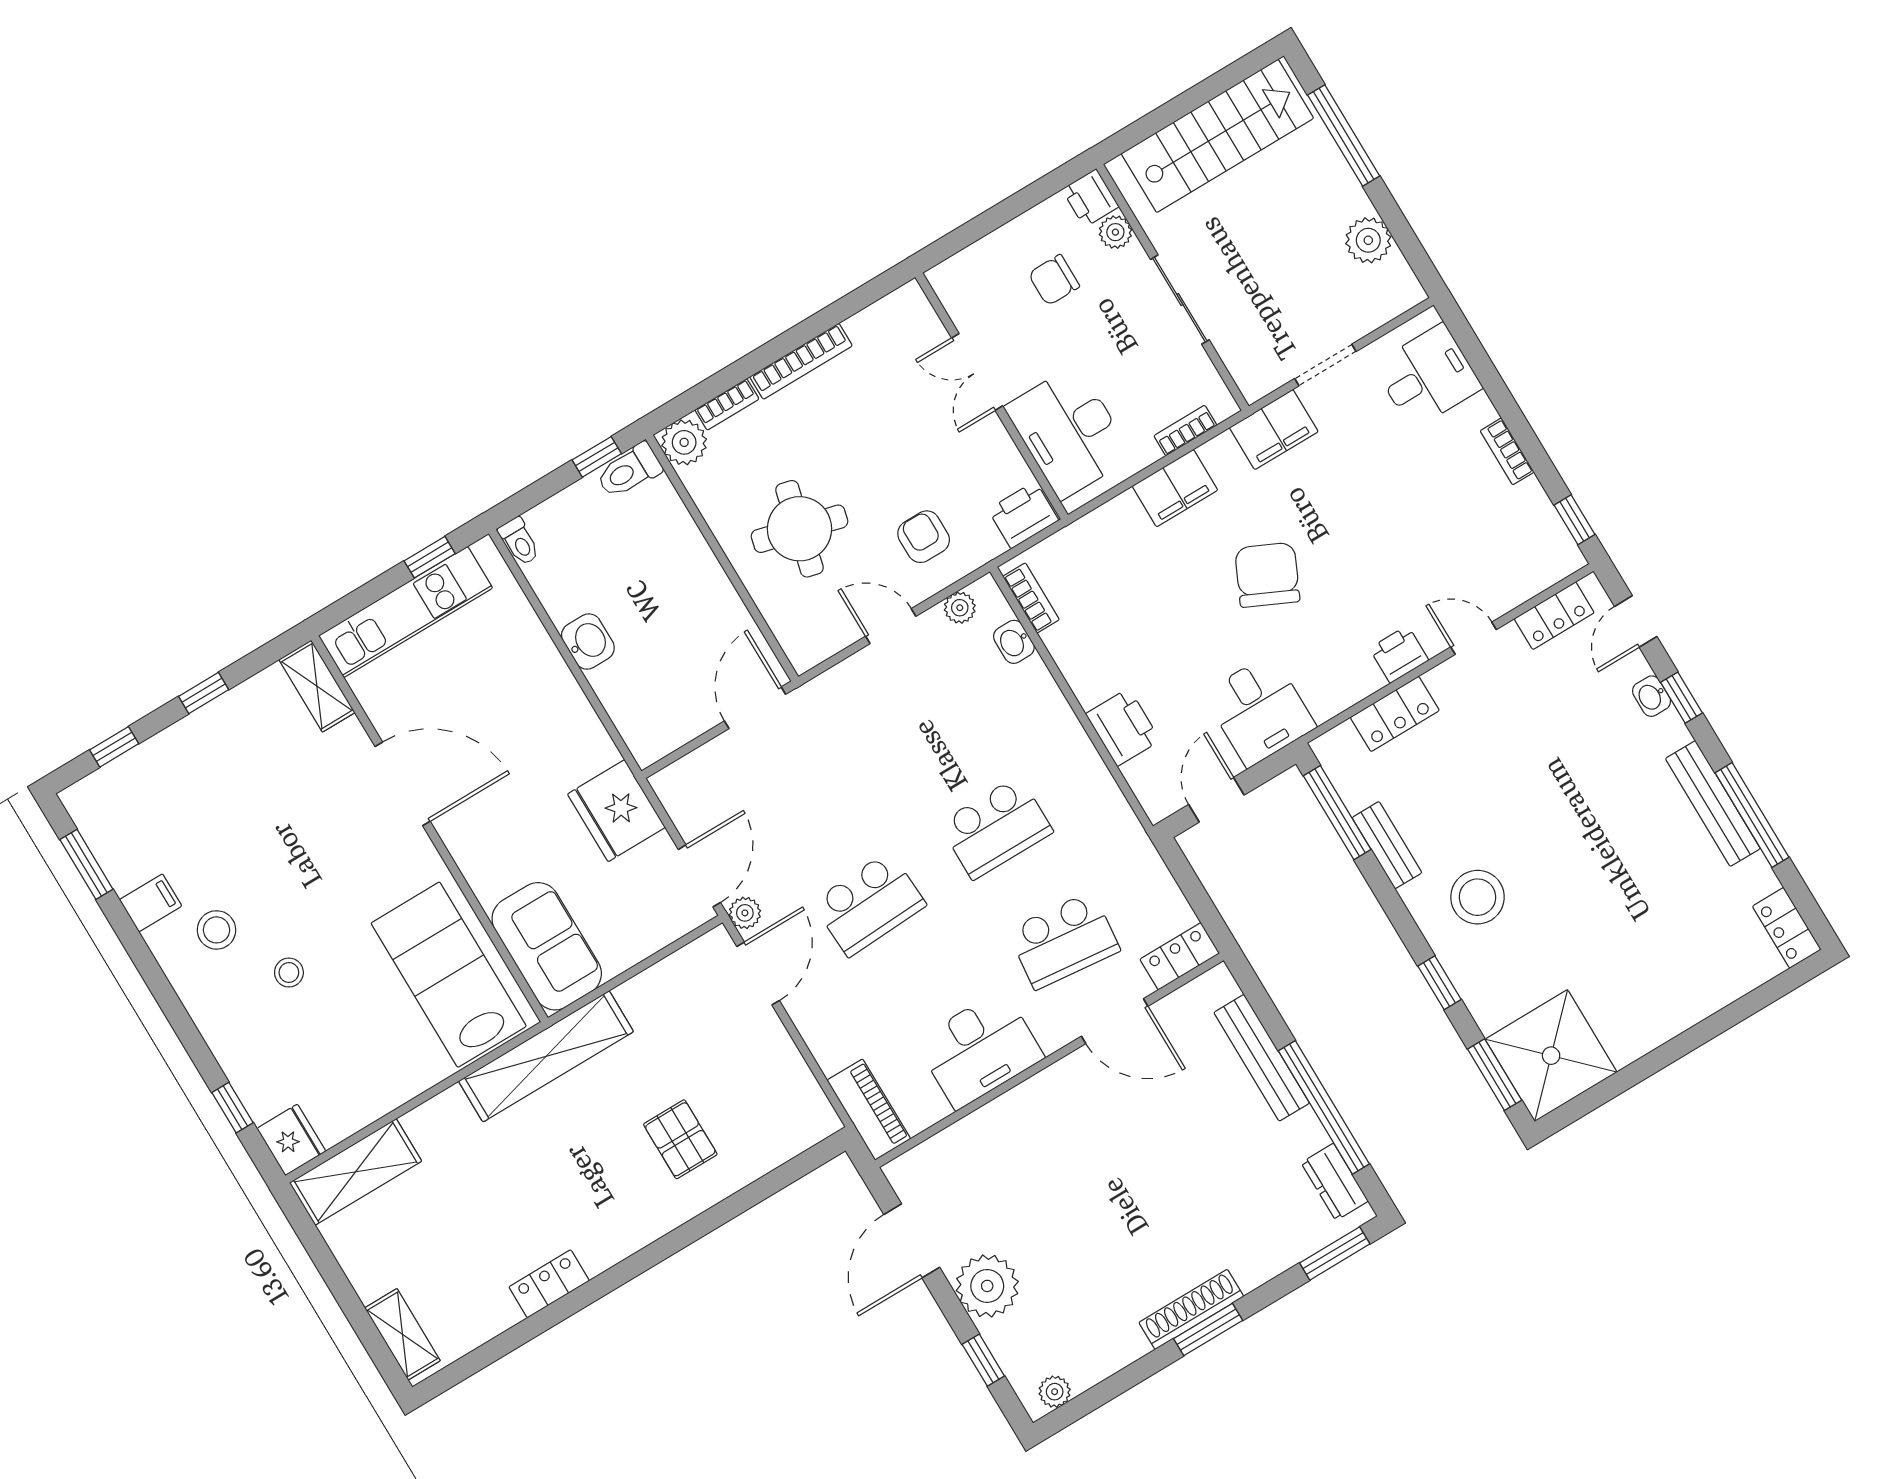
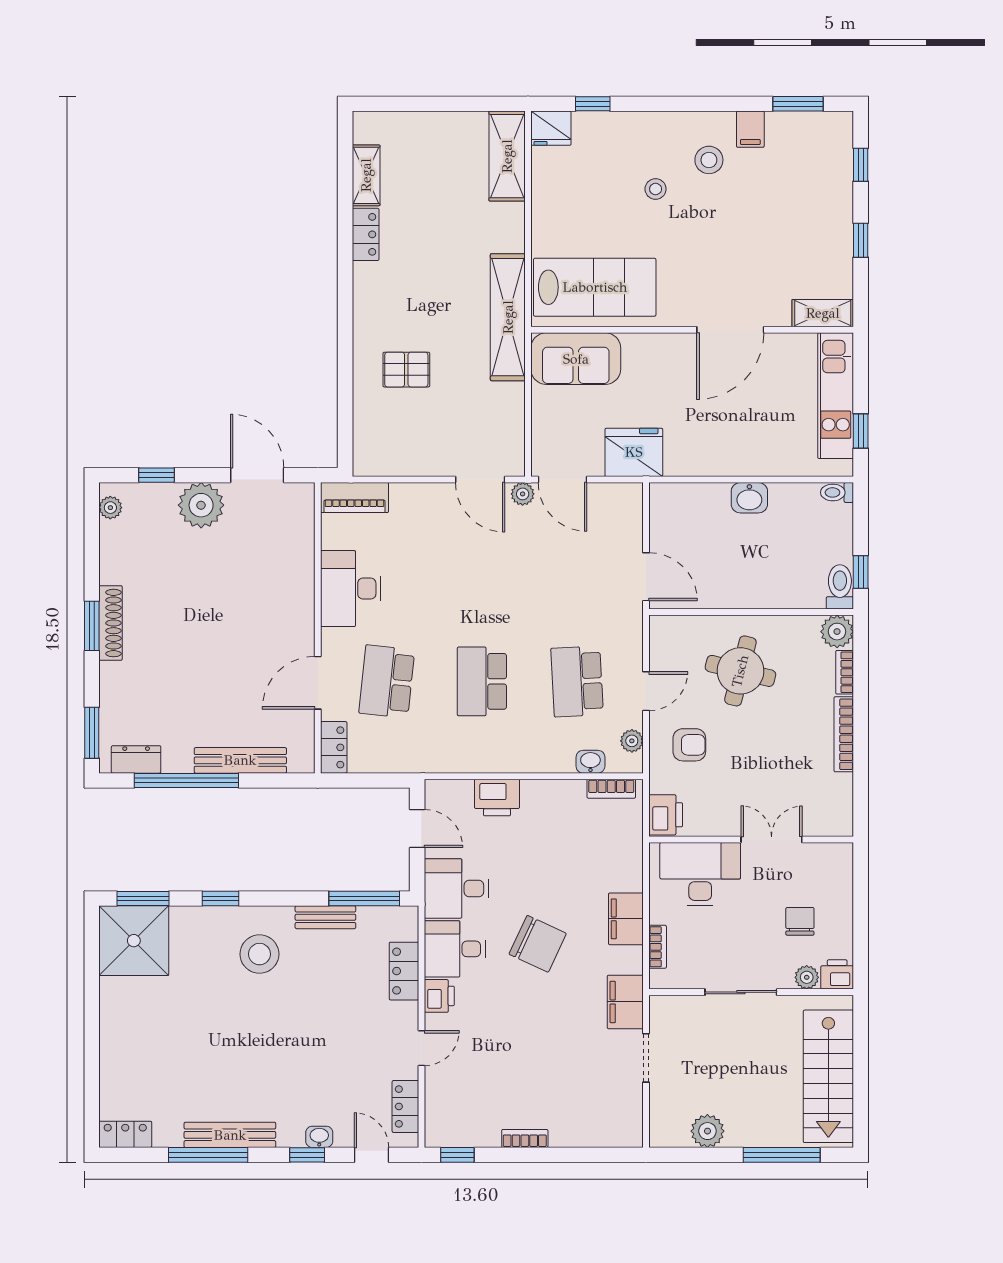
desk: (1428, 376) -> (455, 949), moved, turned 90
school desk: (869, 904) -> (577, 681), moved
shelving: (402, 1334) -> (366, 175), moved, turned 90

